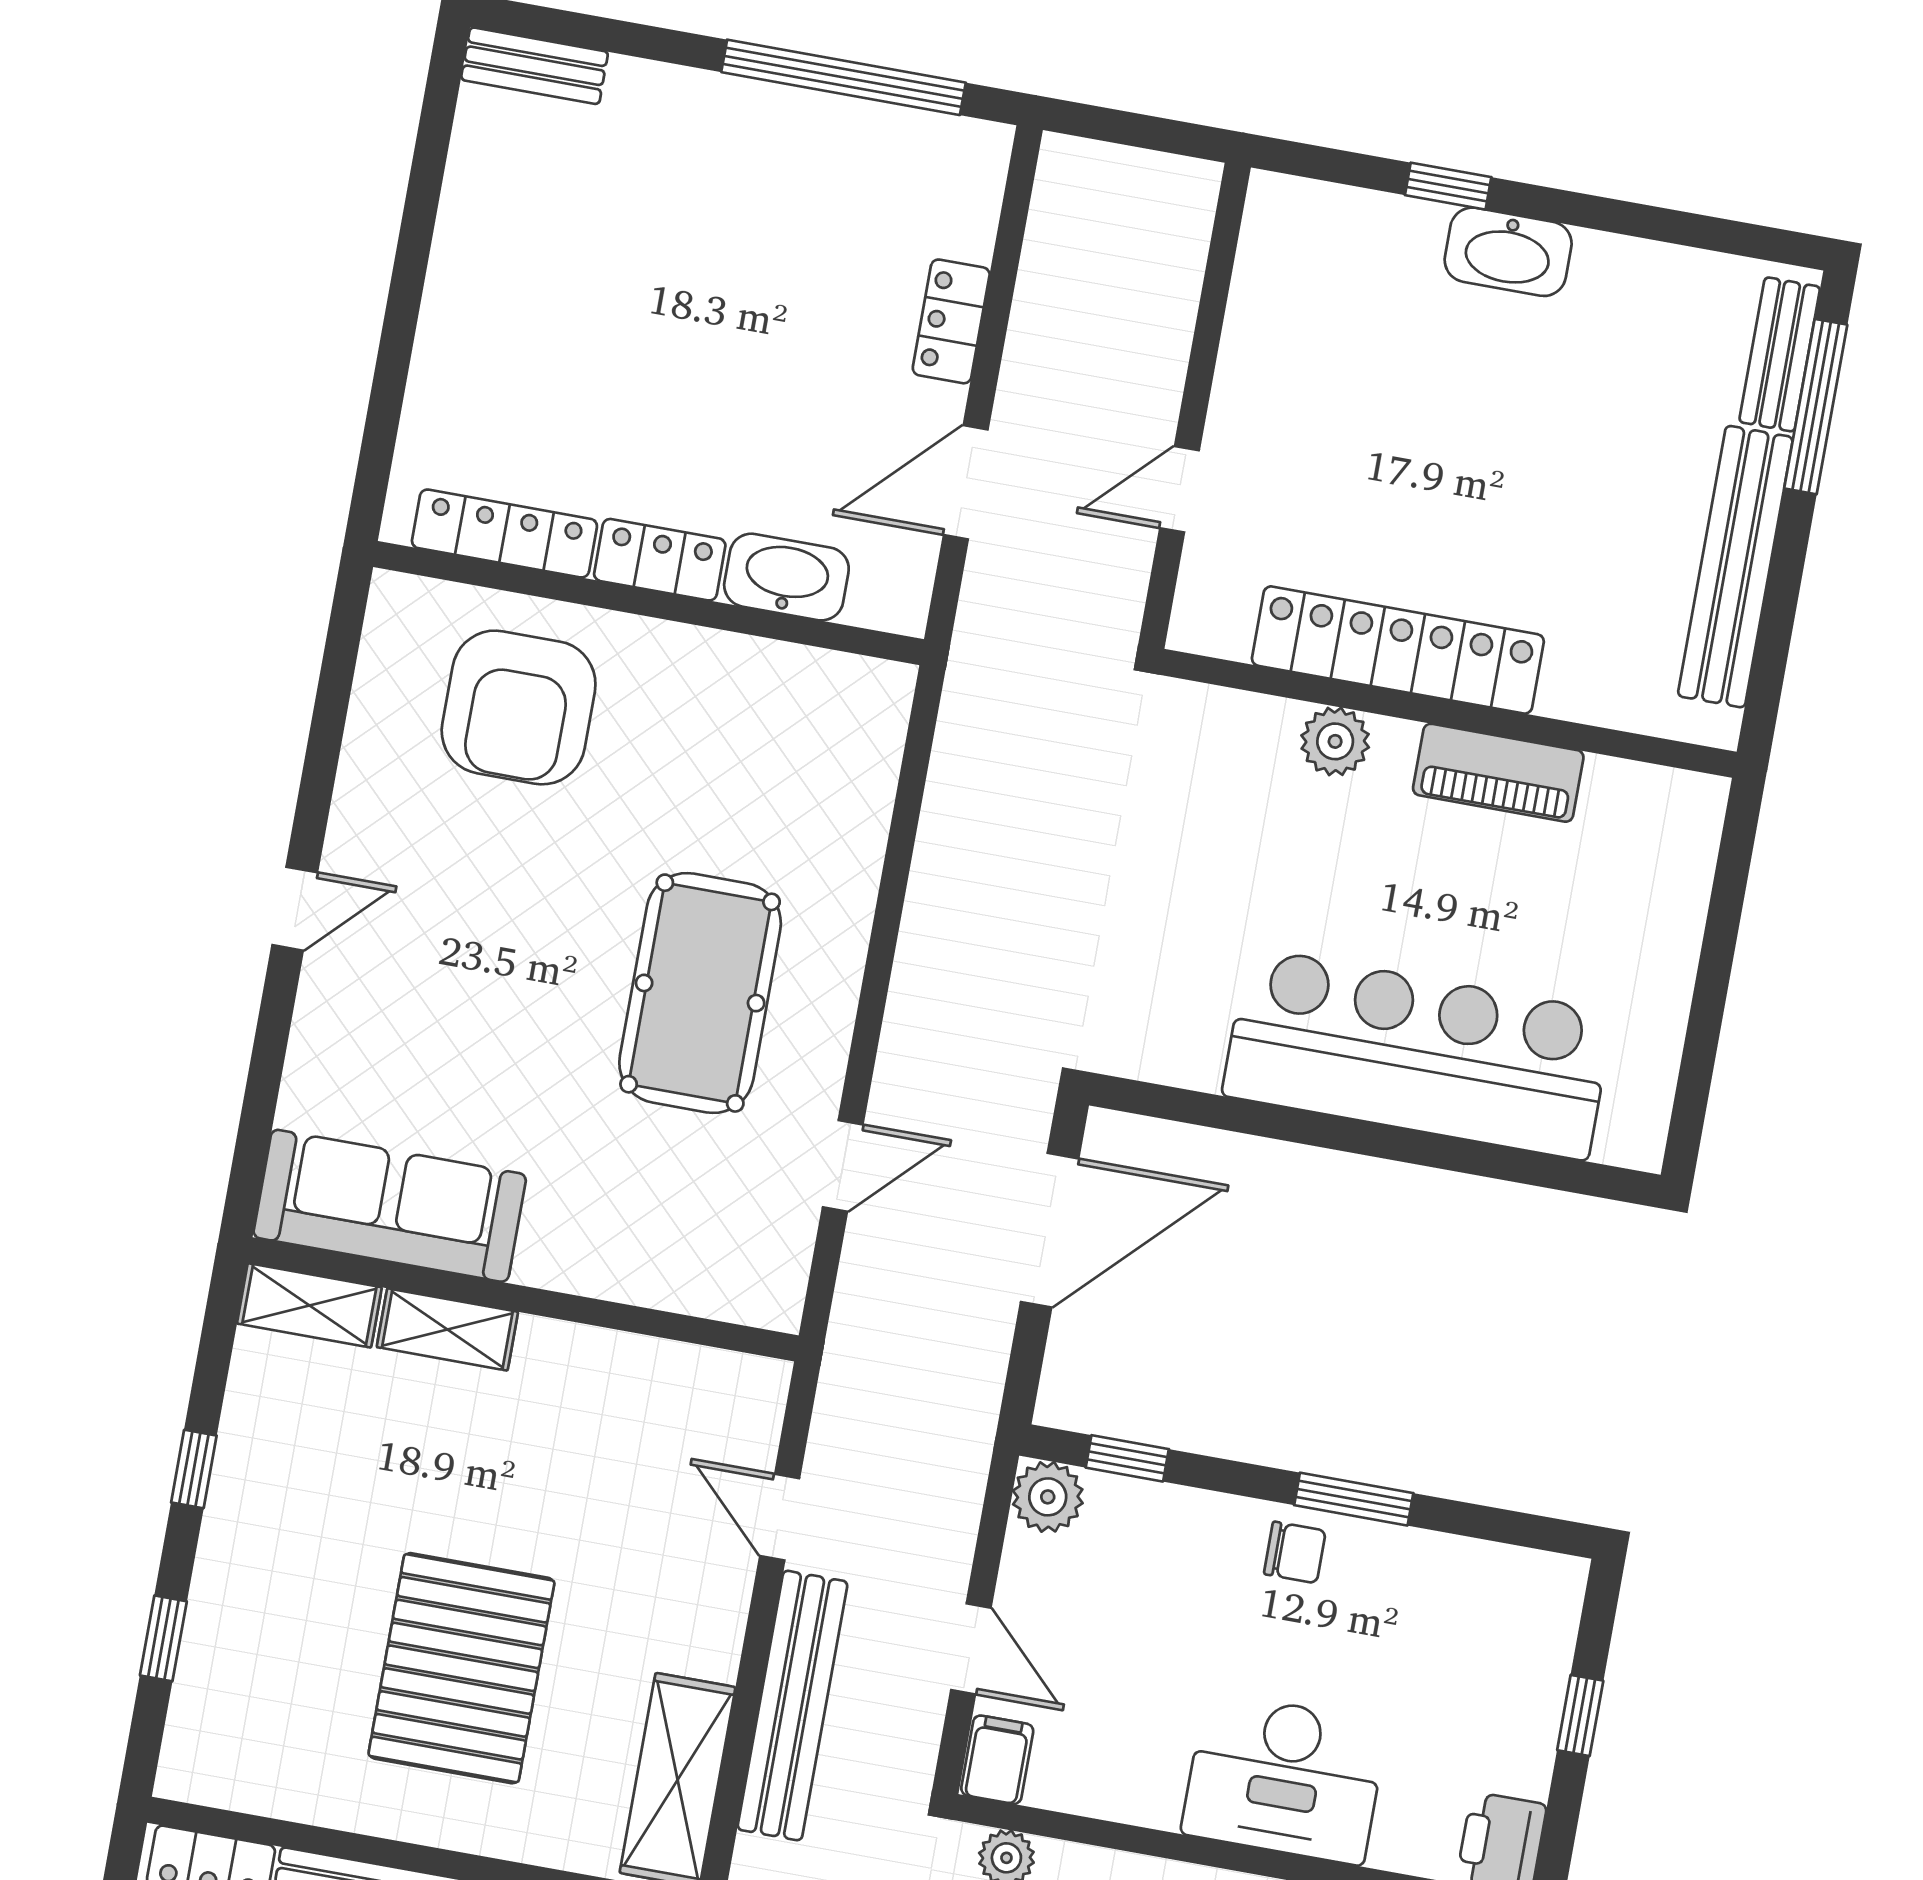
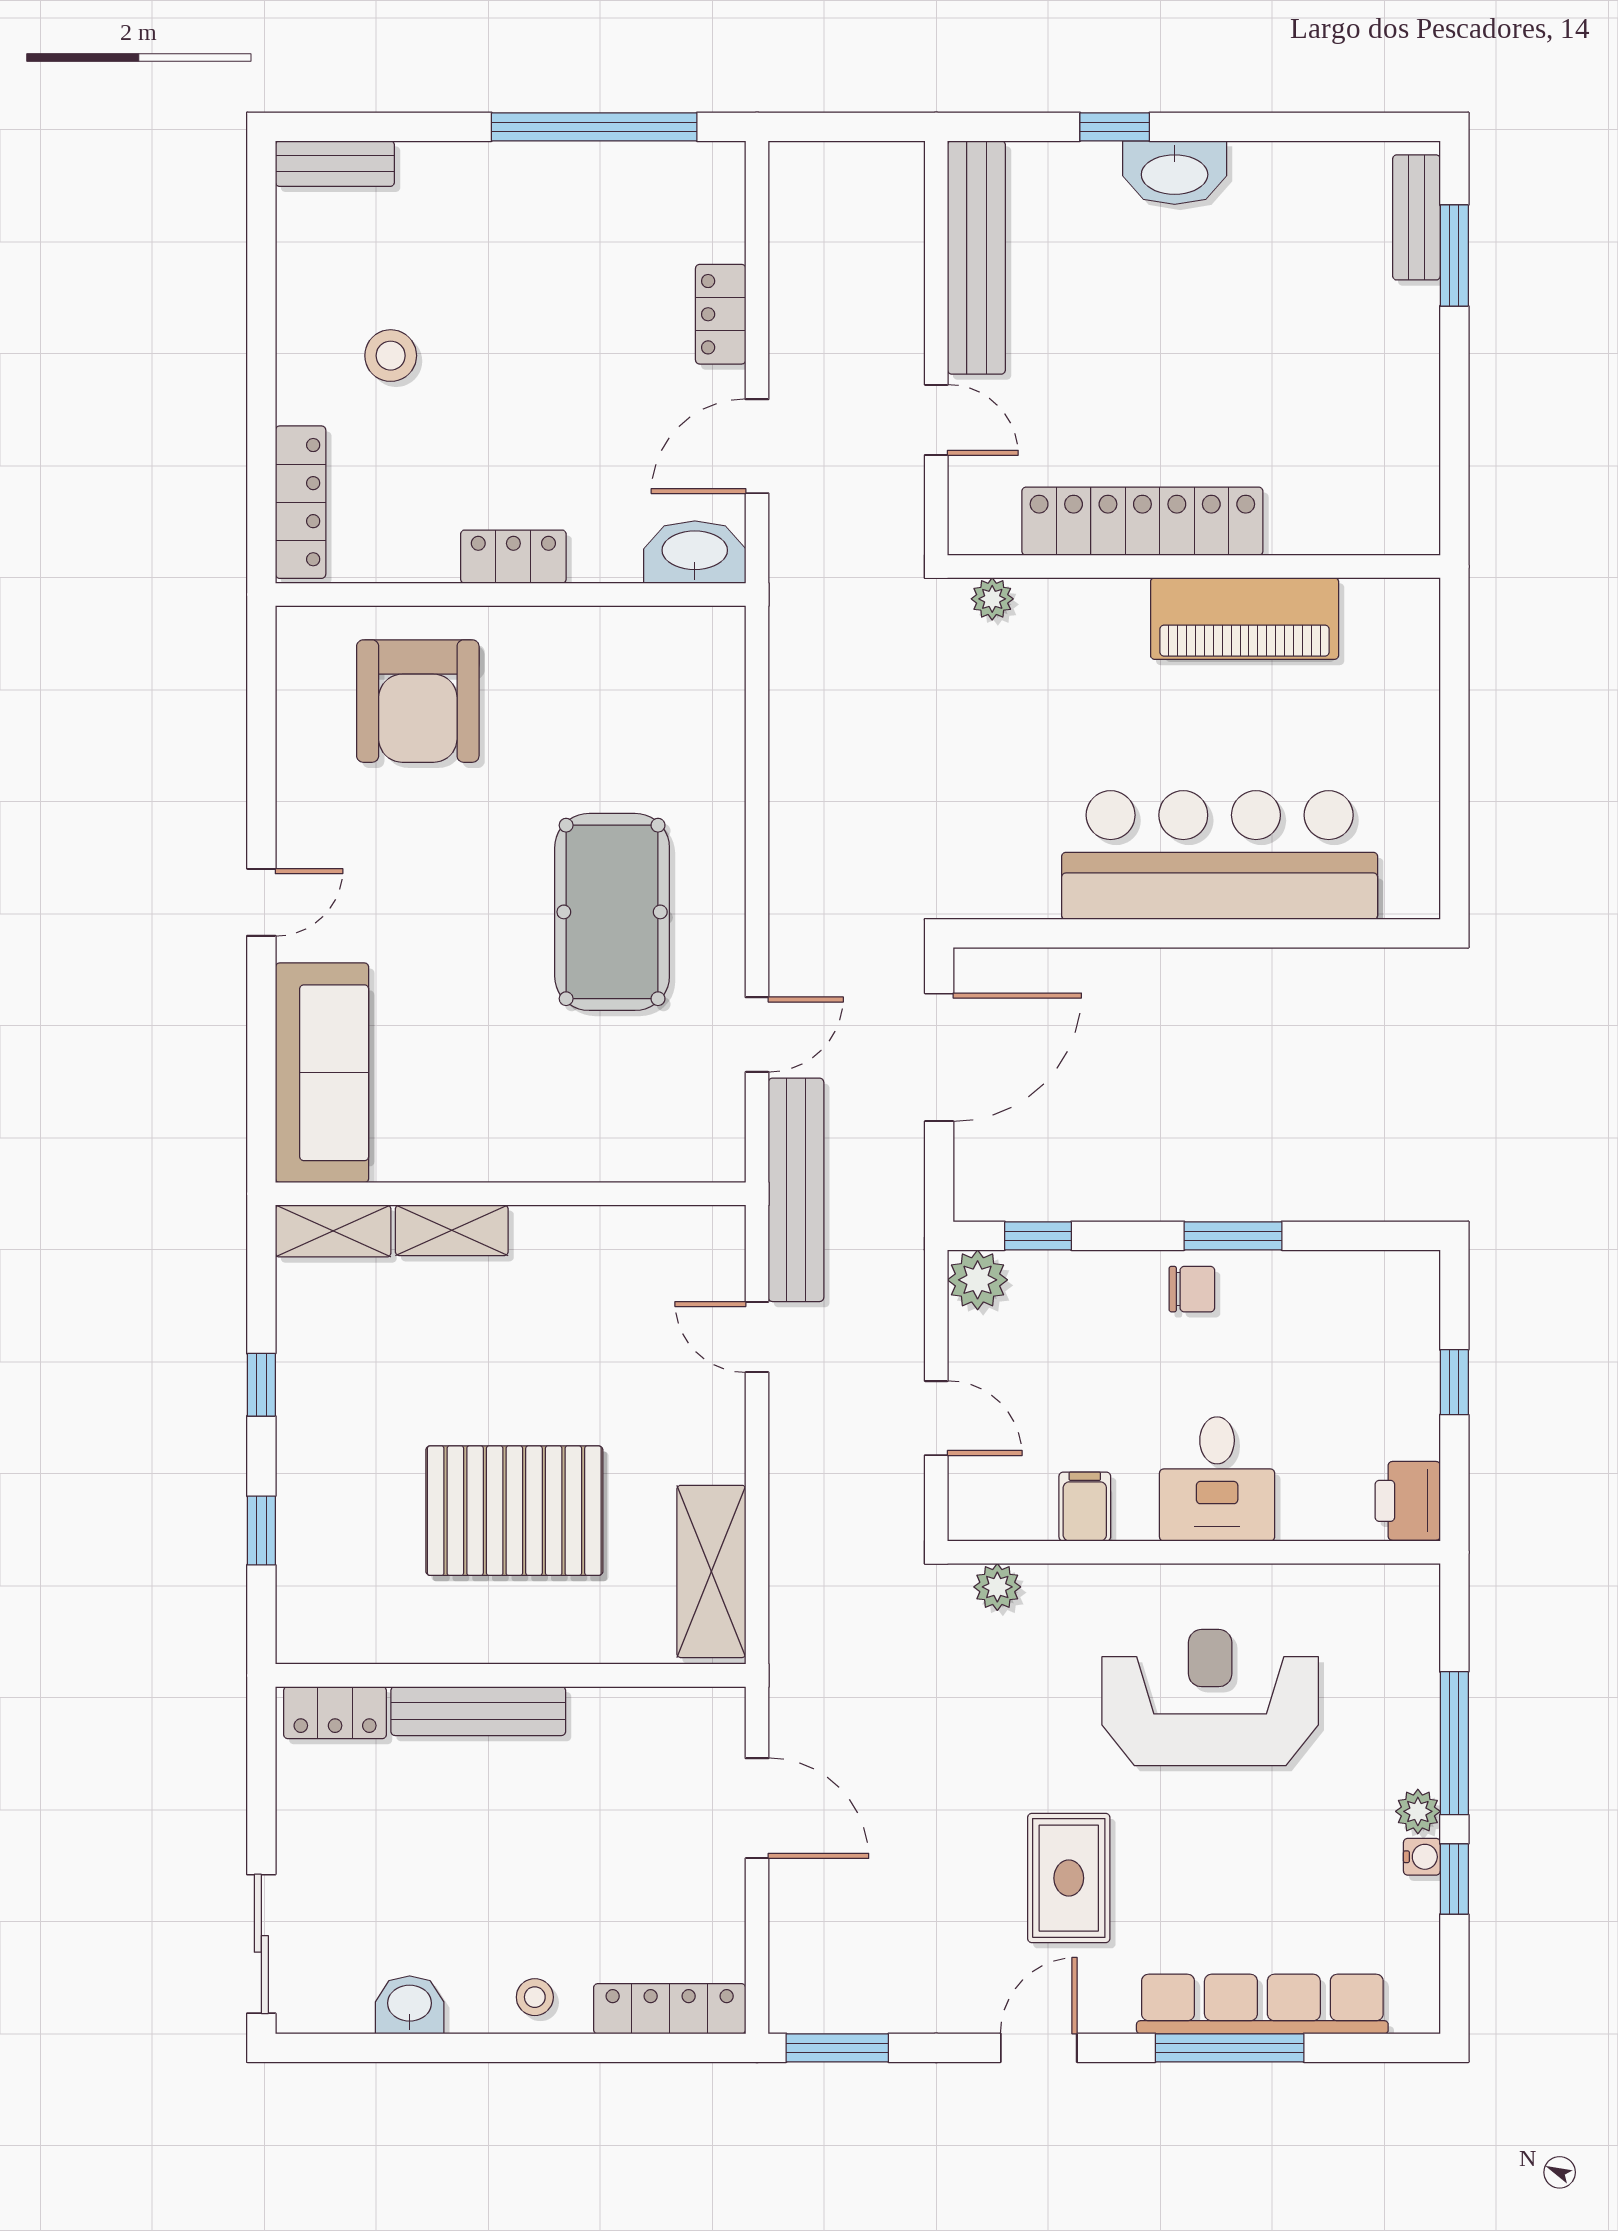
stool: (559, 300) -> (391, 356), added
window: (1816, 407) -> (1454, 256), width x0.69
door: (1180, 489) -> (936, 420), swing flipped
locker: (504, 534) -> (301, 502), moved, turned 90
bench: (1735, 567) -> (976, 257), moved
washbasin: (786, 577) -> (695, 552), moved
plant: (1335, 741) -> (992, 599), moved, width x0.73, depth x0.73
piano: (1498, 773) -> (1245, 619), width x1.37, depth x1.33
sofa: (390, 1206) -> (322, 1073), moved, turned 90
pallet: (461, 1668) -> (514, 1511), turned 90
bench: (792, 1706) -> (796, 1190), moved
filing cabinet: (997, 1760) -> (1085, 1507), moved
desk: (1284, 1778) -> (1217, 1479), width x0.73

